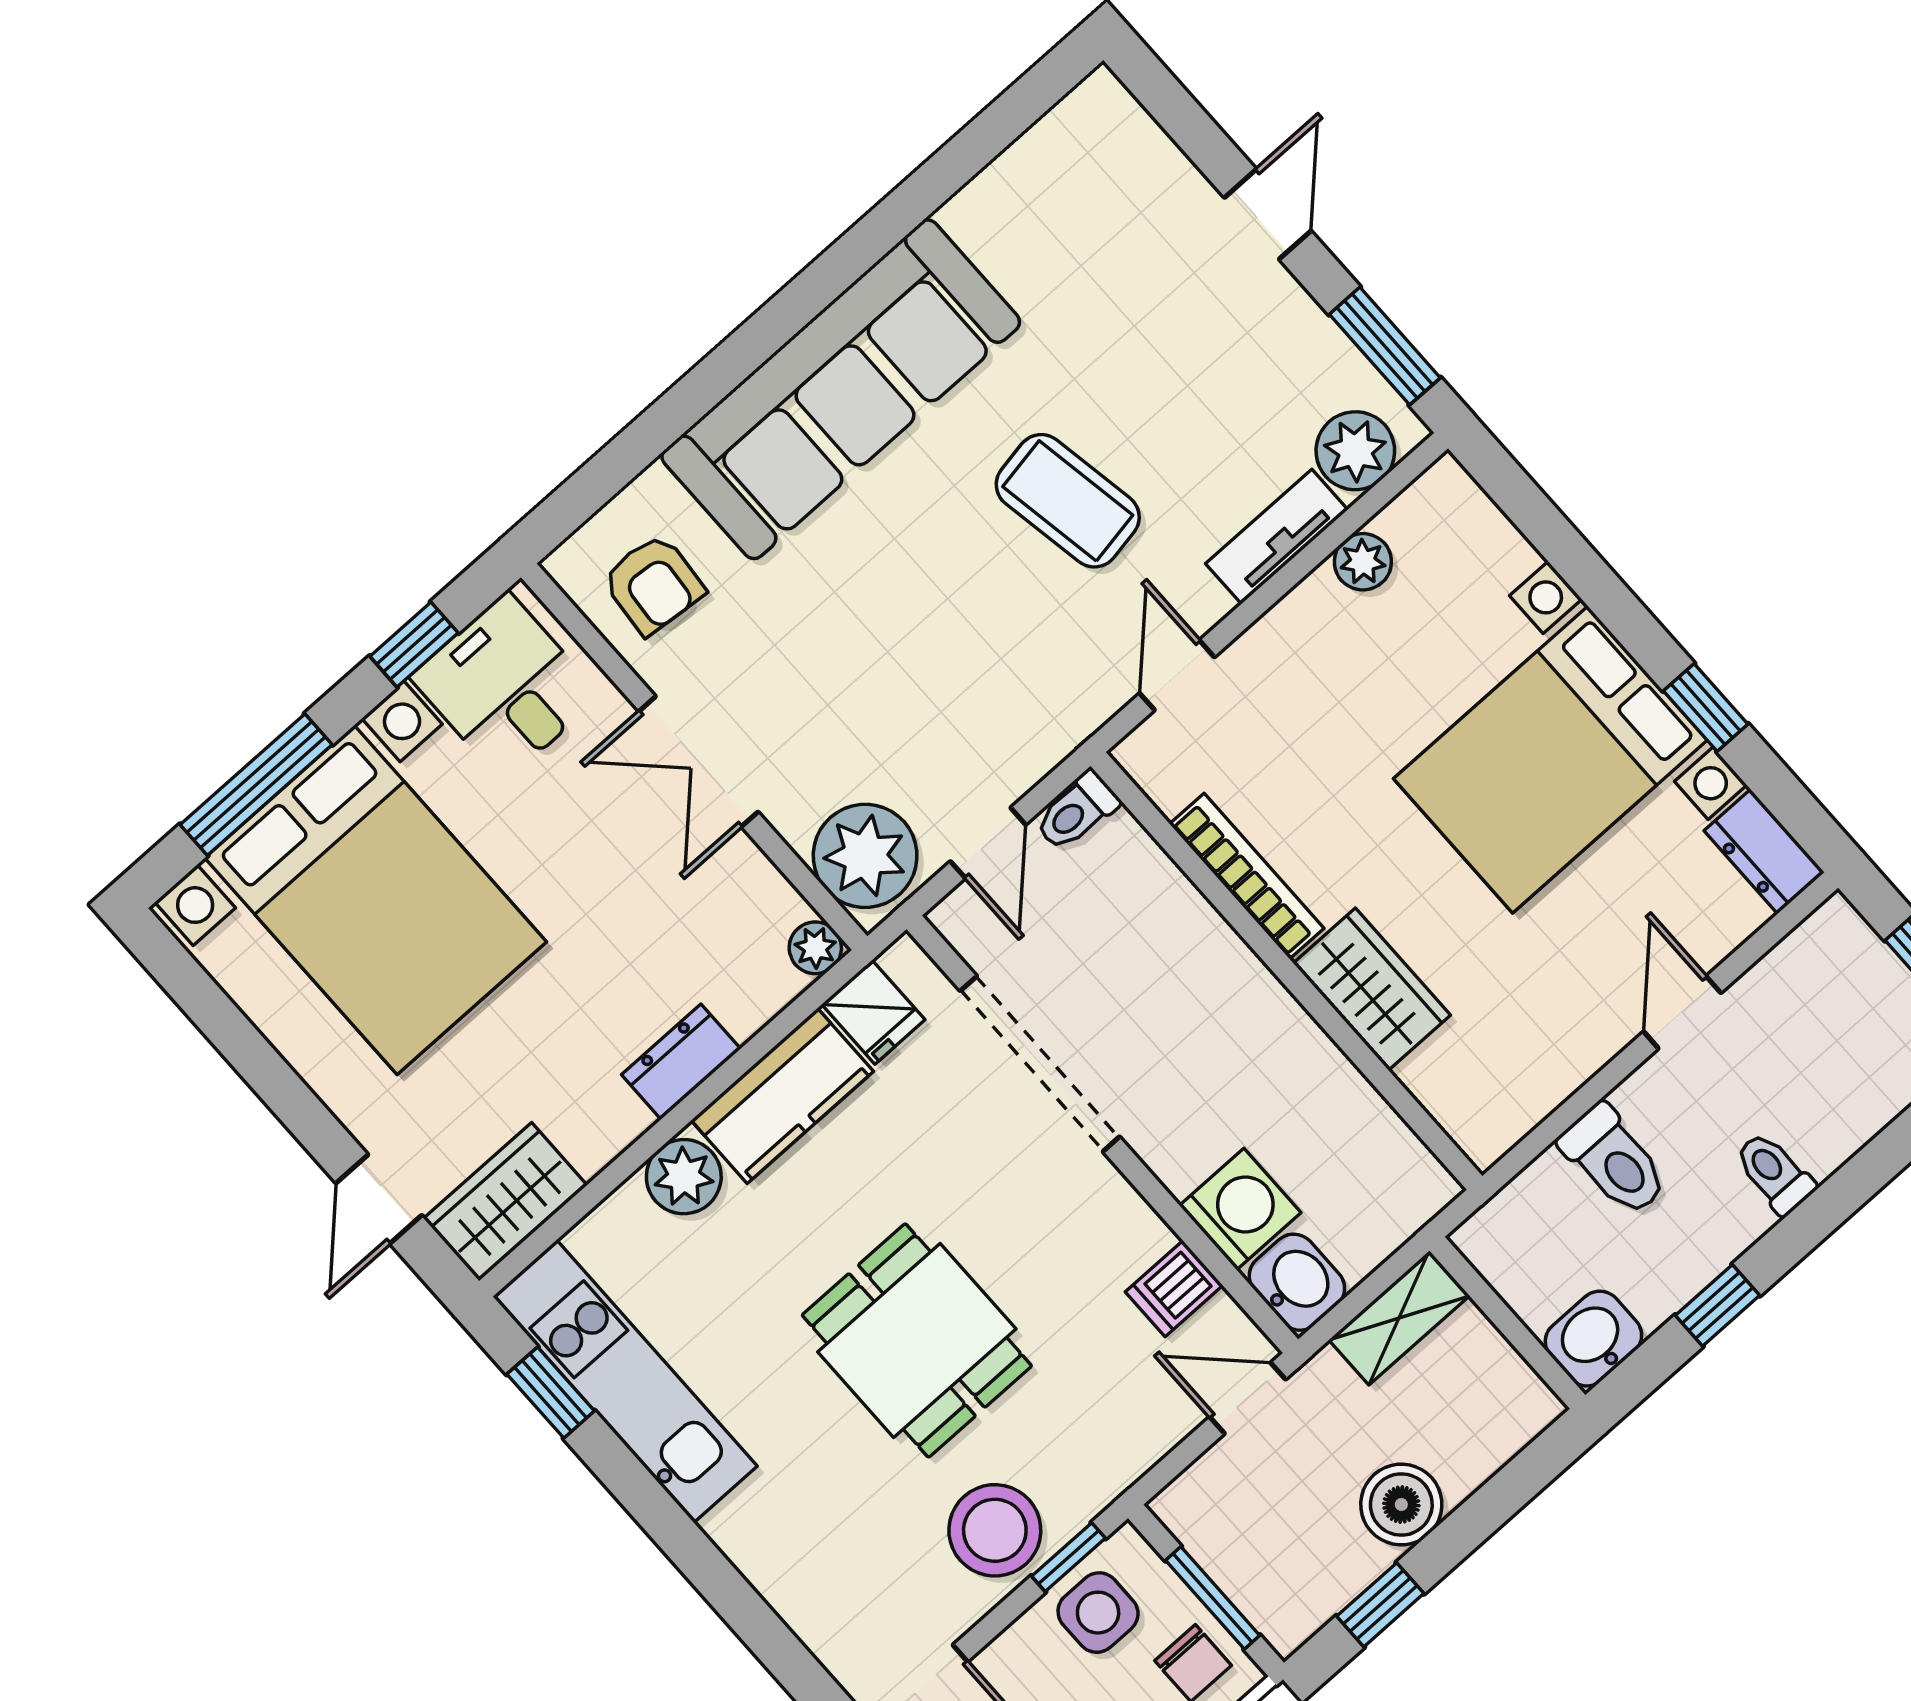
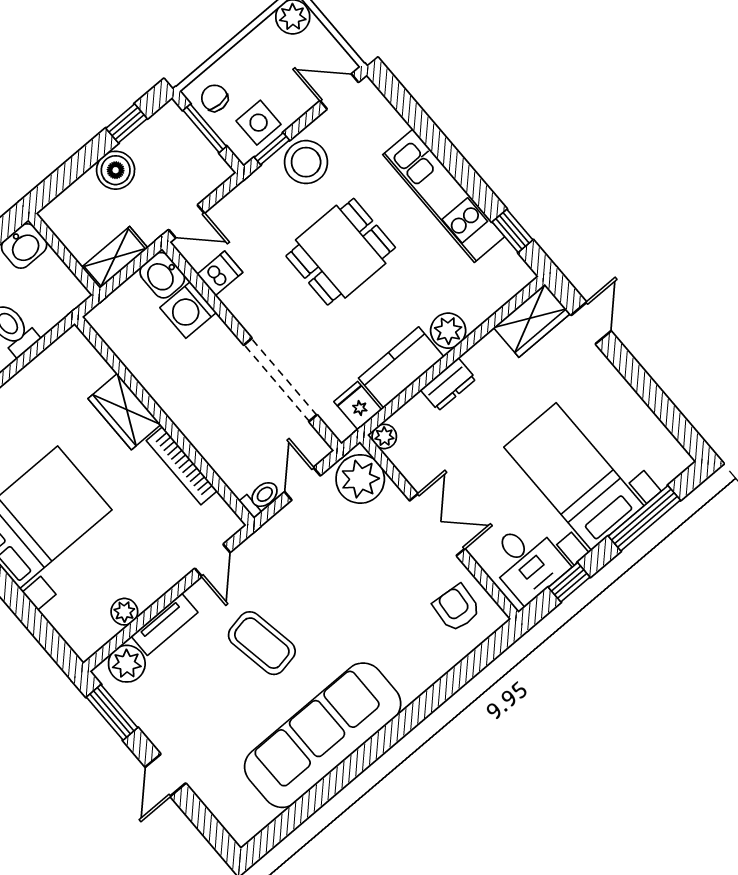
sofa: (841, 389) -> (323, 735), moved
bed with nightstands: (376, 900) -> (574, 477), width x0.73
dining table: (917, 1340) -> (341, 252), turned 90
kitchen unit: (625, 1381) -> (444, 196), moved

